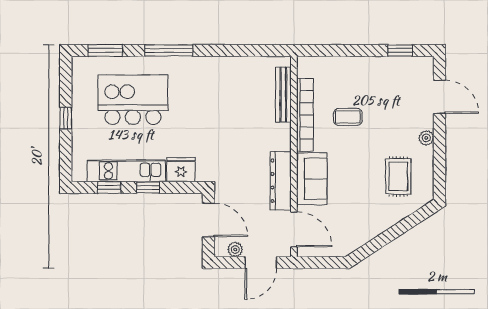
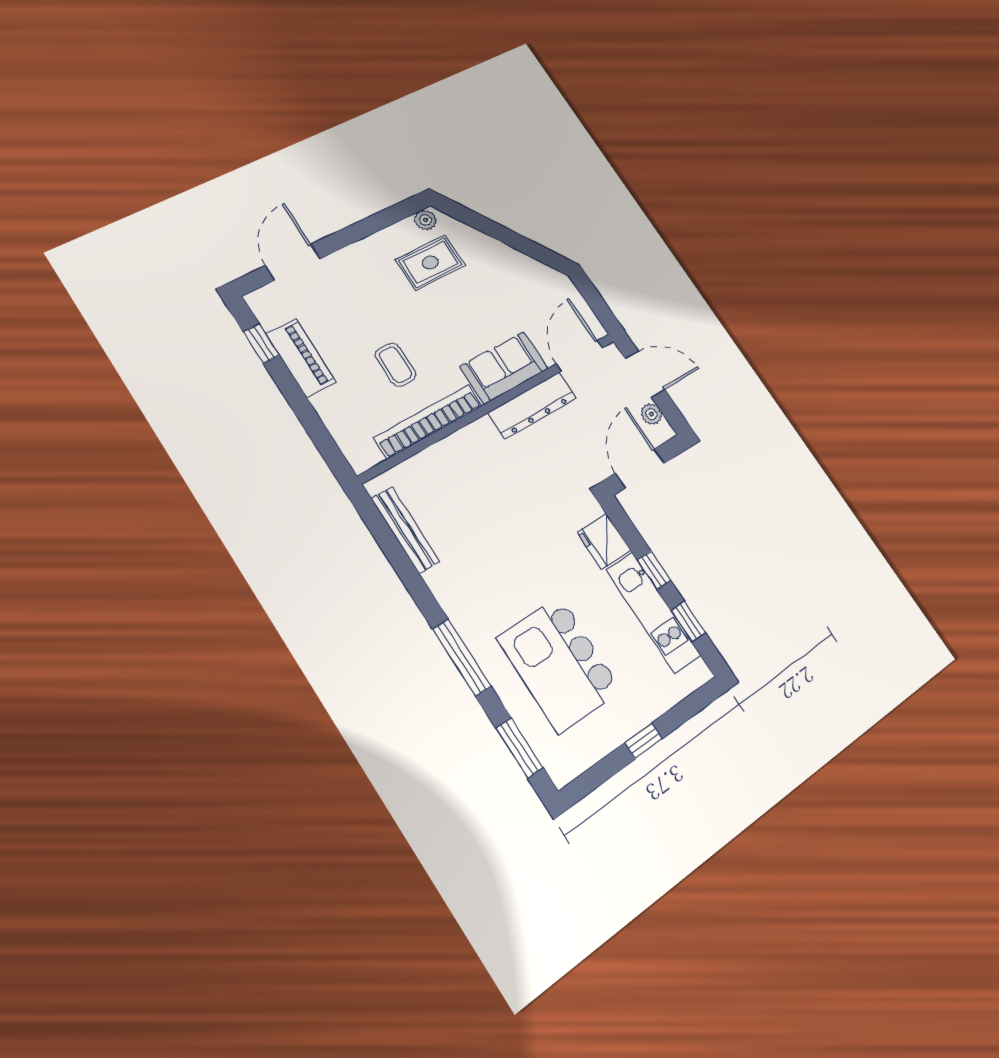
piano: (380, 67) -> (301, 358), added
bench: (283, 95) -> (406, 530), moved, turned 90
plant: (426, 138) -> (425, 220), moved

